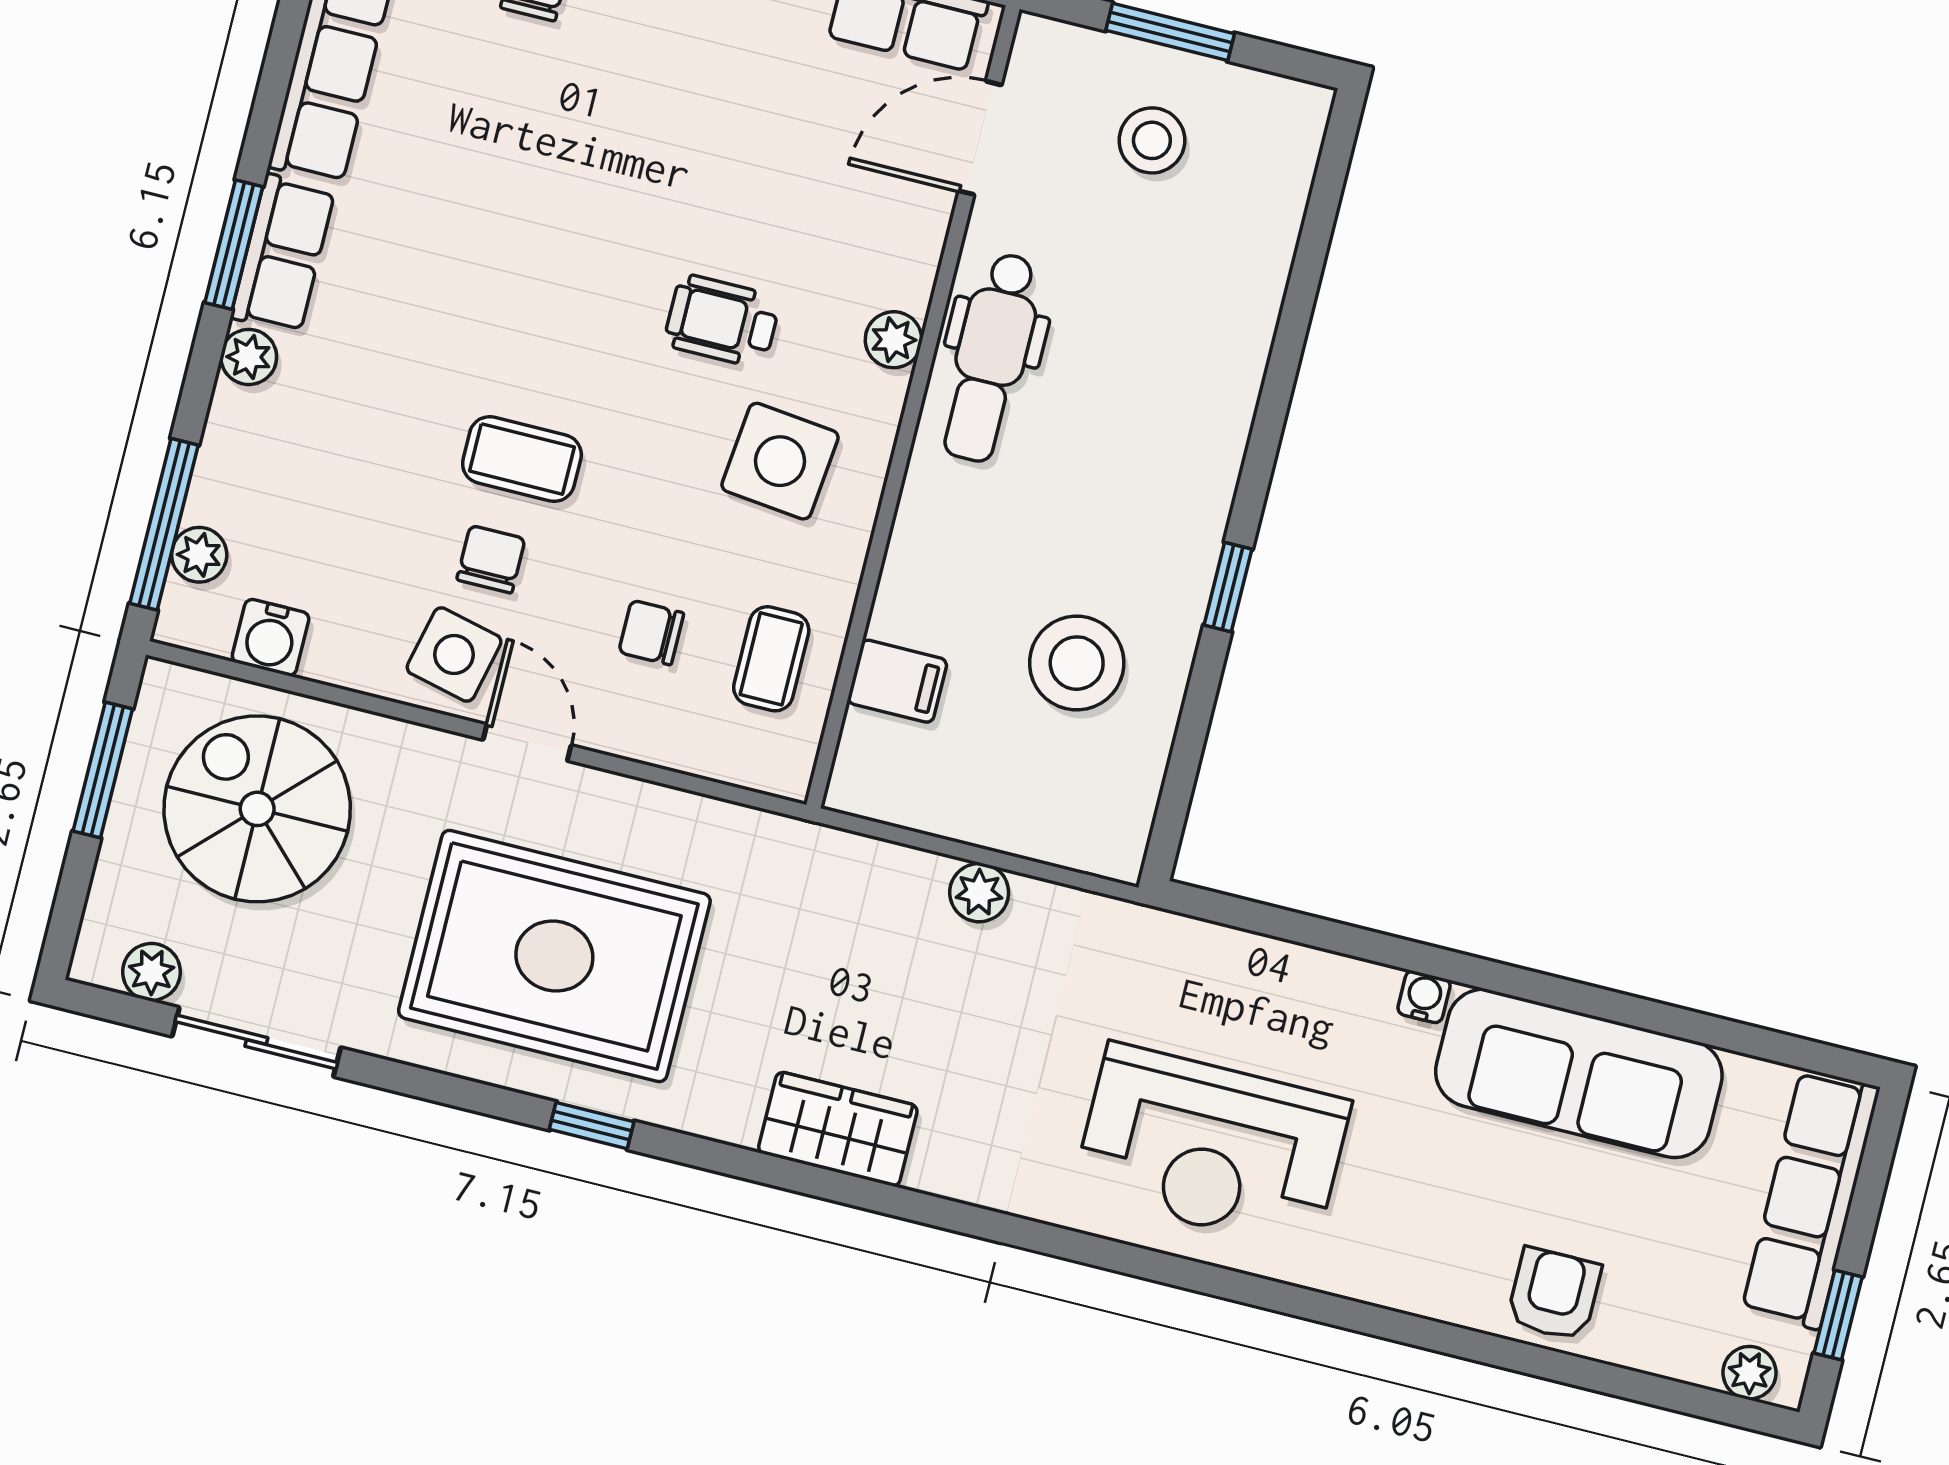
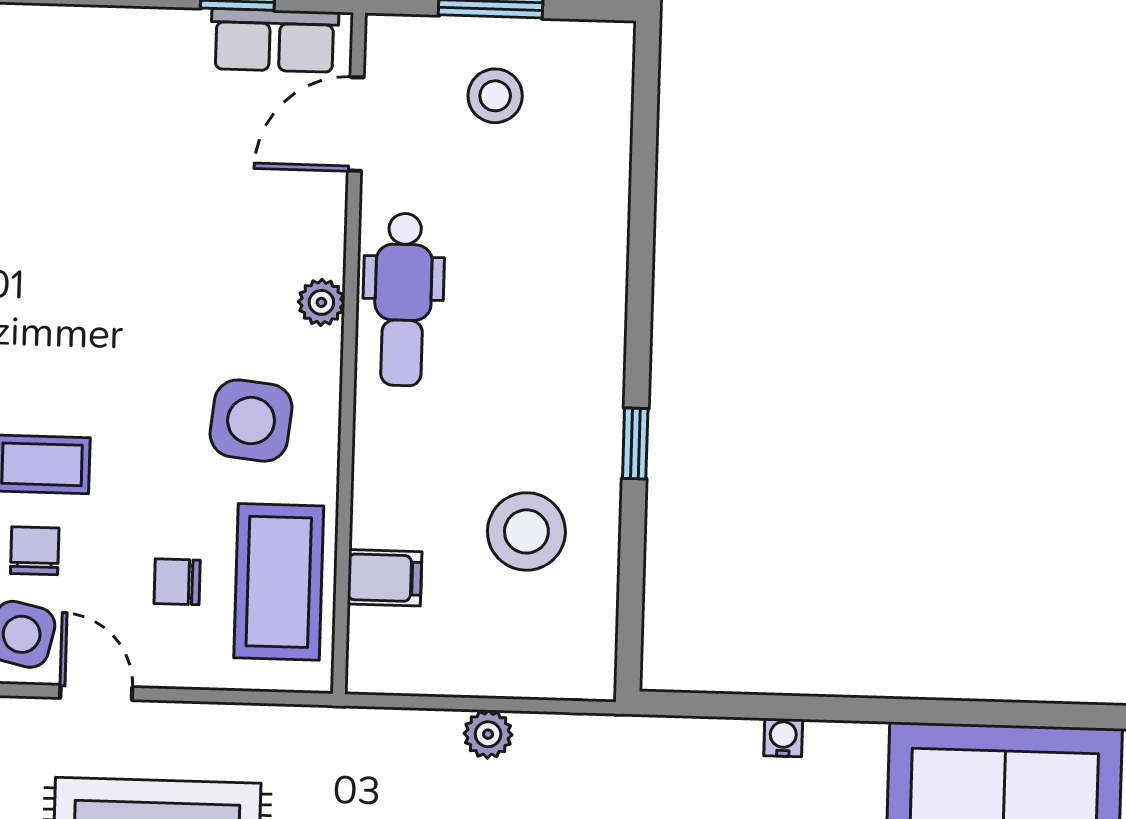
wheelchair: (722, 321) -> (180, 318), removed
coffee table: (771, 659) -> (279, 582), width x1.86, depth x1.72
water cooler: (1424, 997) -> (783, 738), moved

